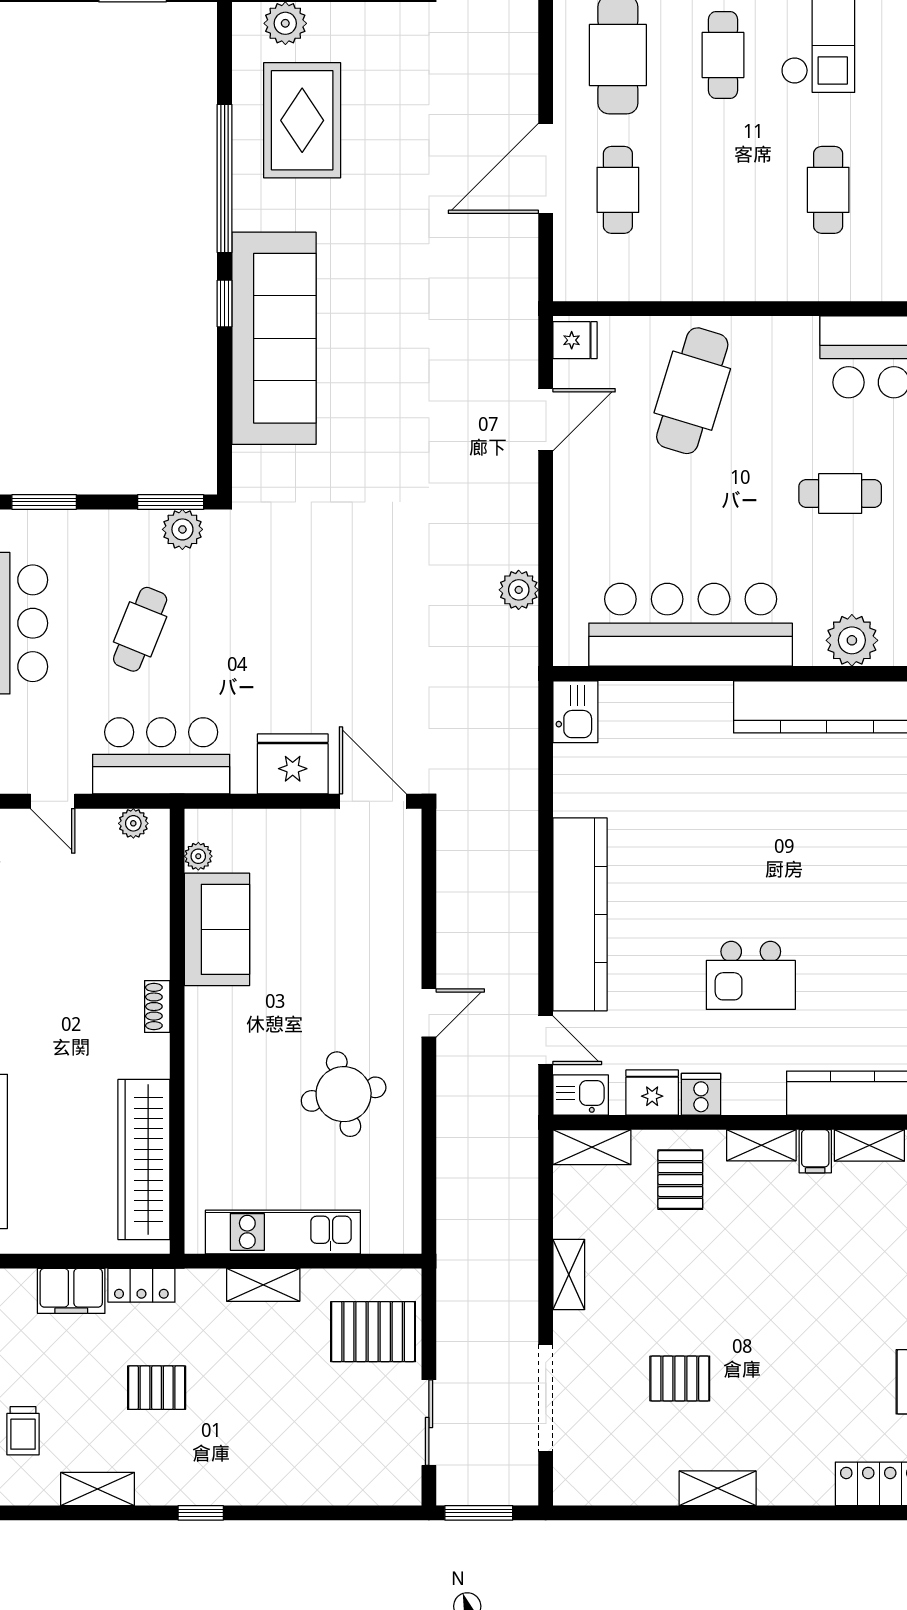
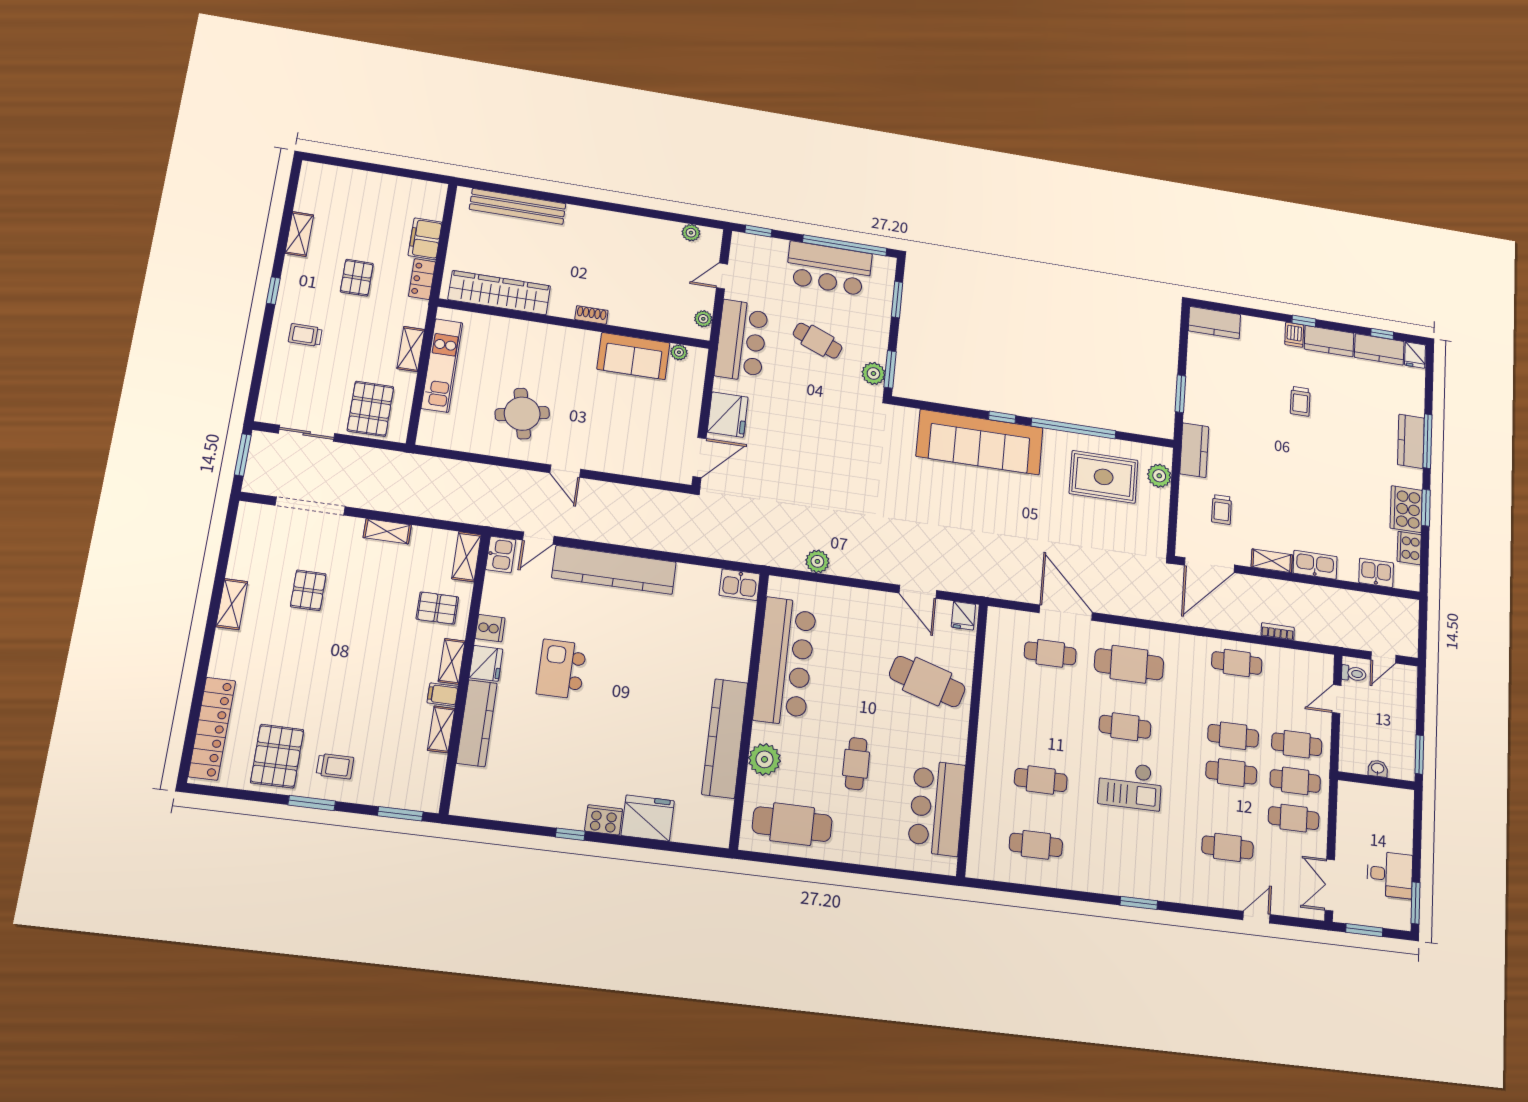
fridge: (652, 1093) -> (486, 663), moved
trolley: (23, 1431) -> (305, 335), moved

